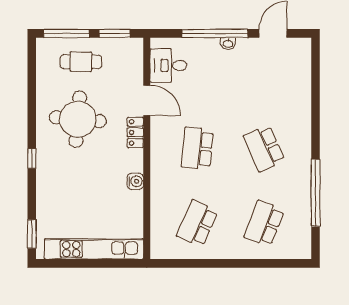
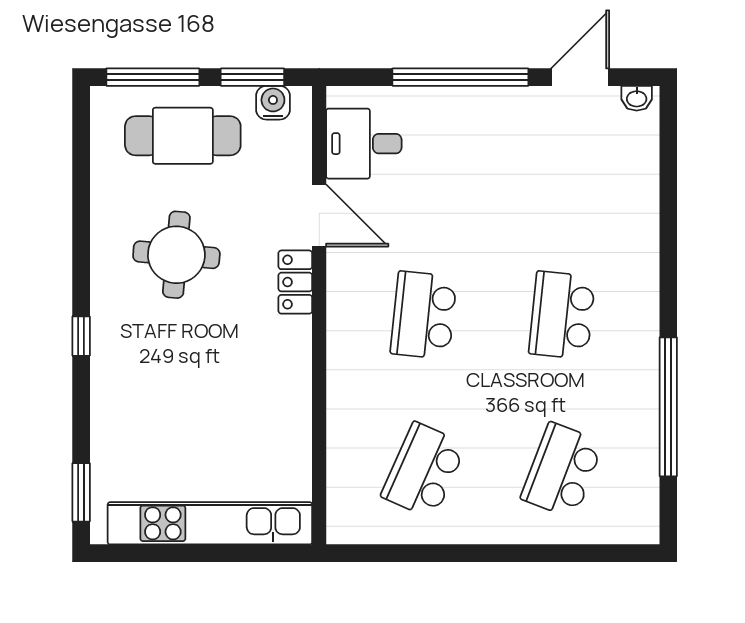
washbasin: (228, 44) -> (637, 98), moved
cafe table: (81, 62) -> (183, 136), width x1.37, depth x1.35
round table: (78, 119) -> (176, 255), width x0.73, depth x0.73
school desk: (264, 148) -> (562, 315), turned 30
water cooler: (135, 181) -> (273, 103), moved, turned -90

